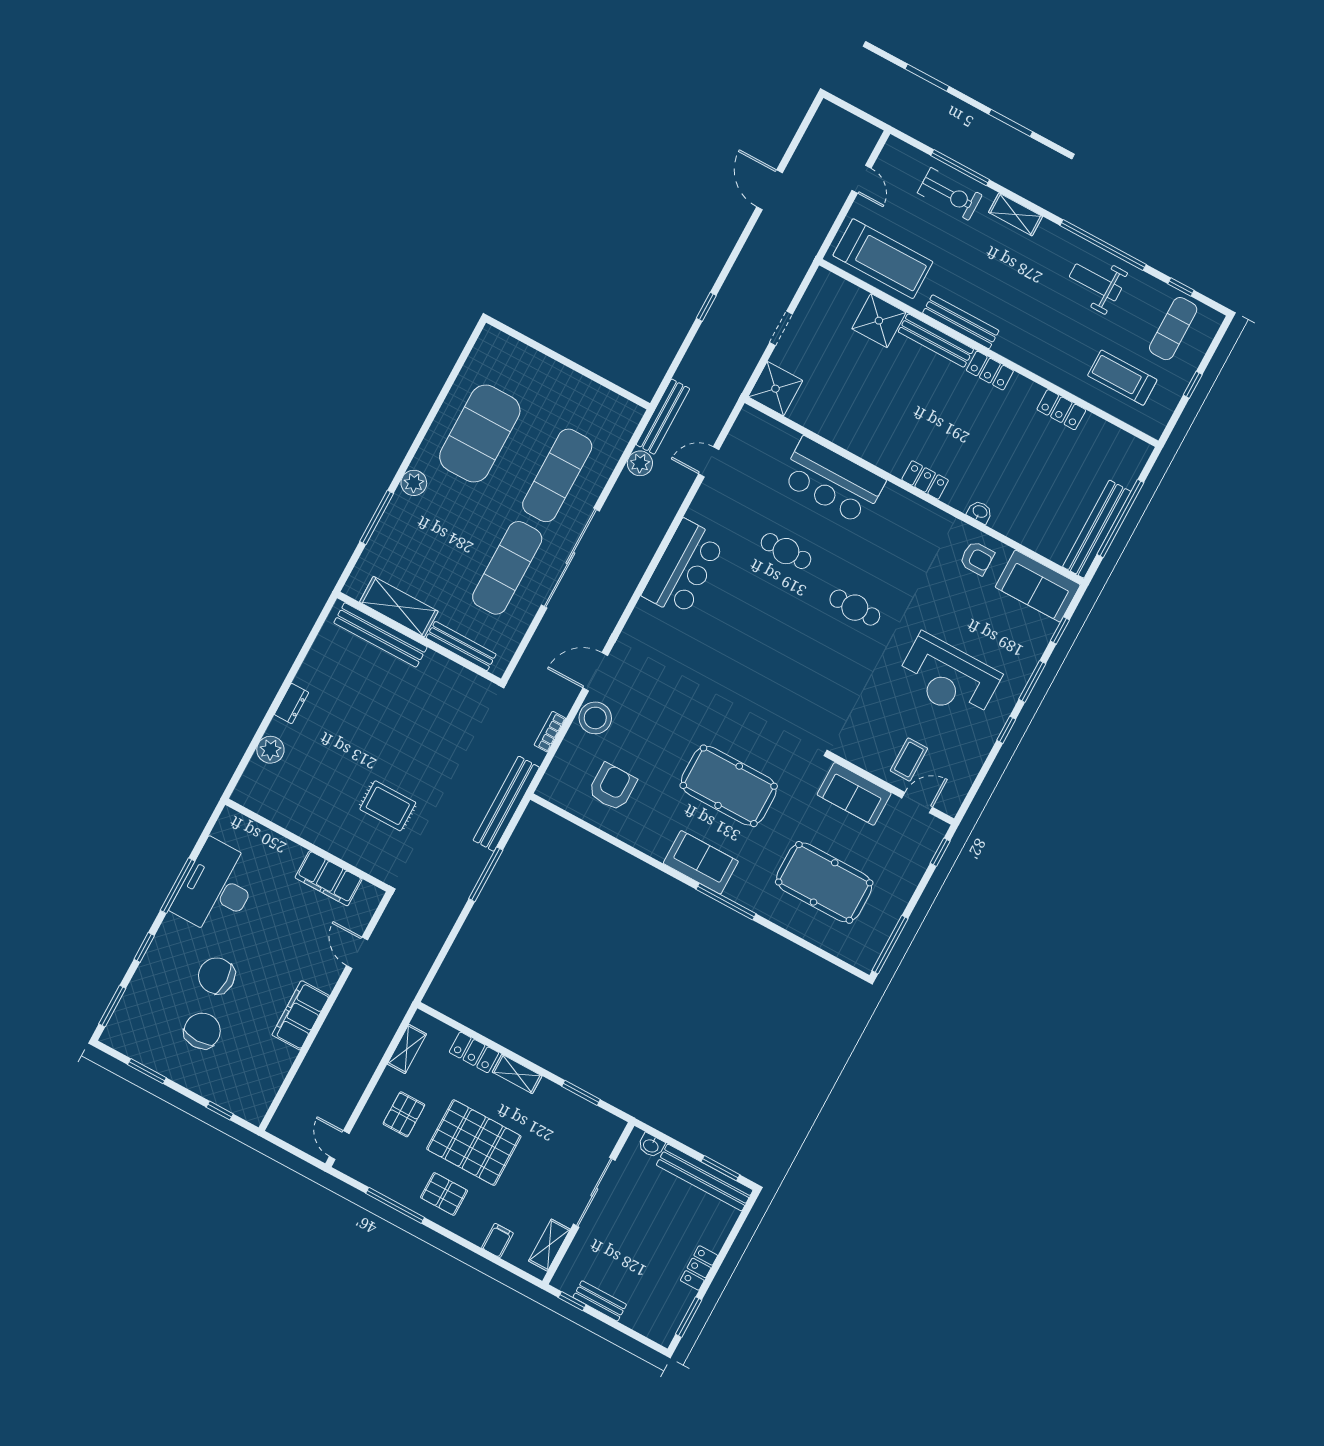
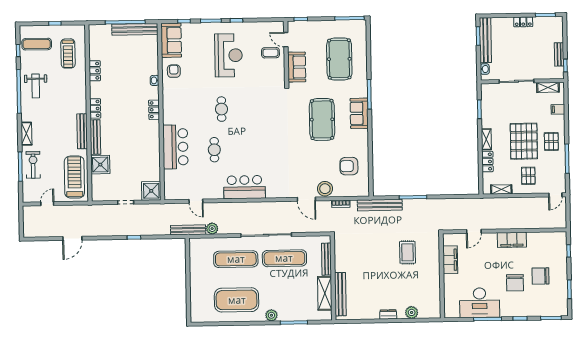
pallet: (404, 1114) -> (528, 176), turned 90

